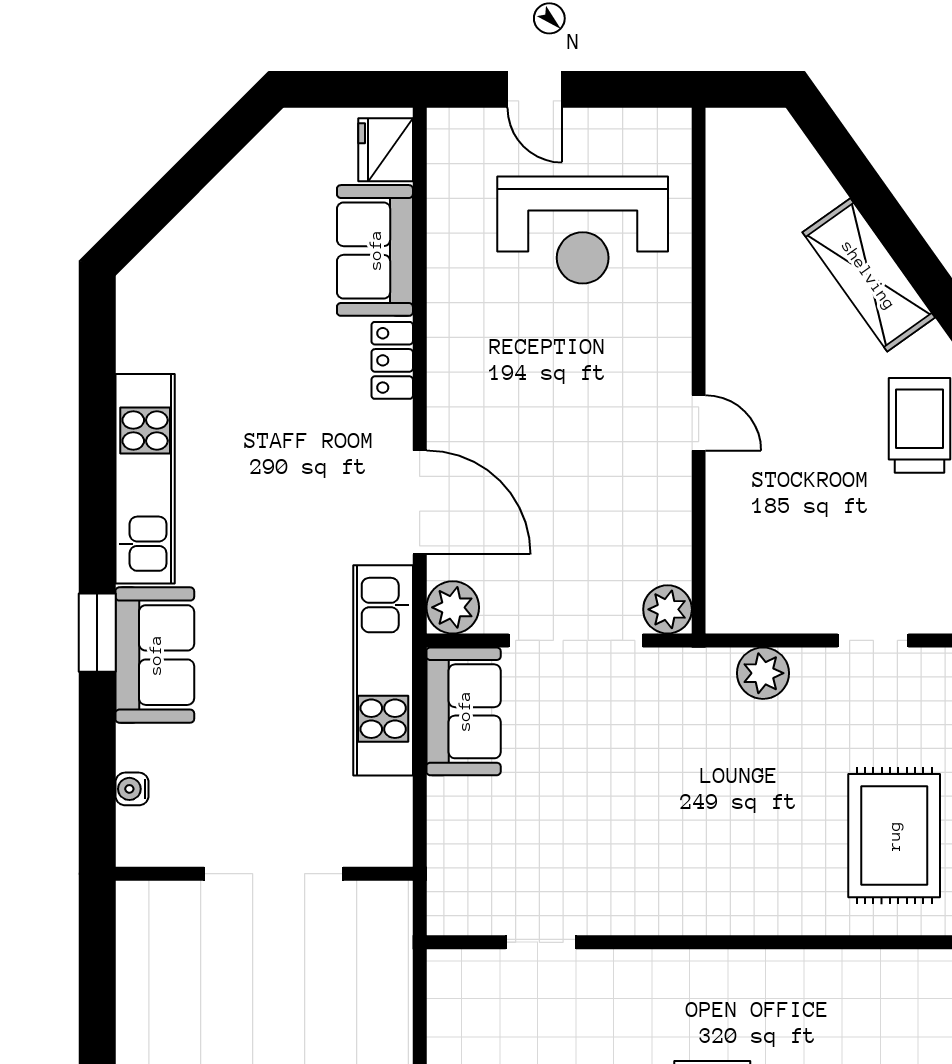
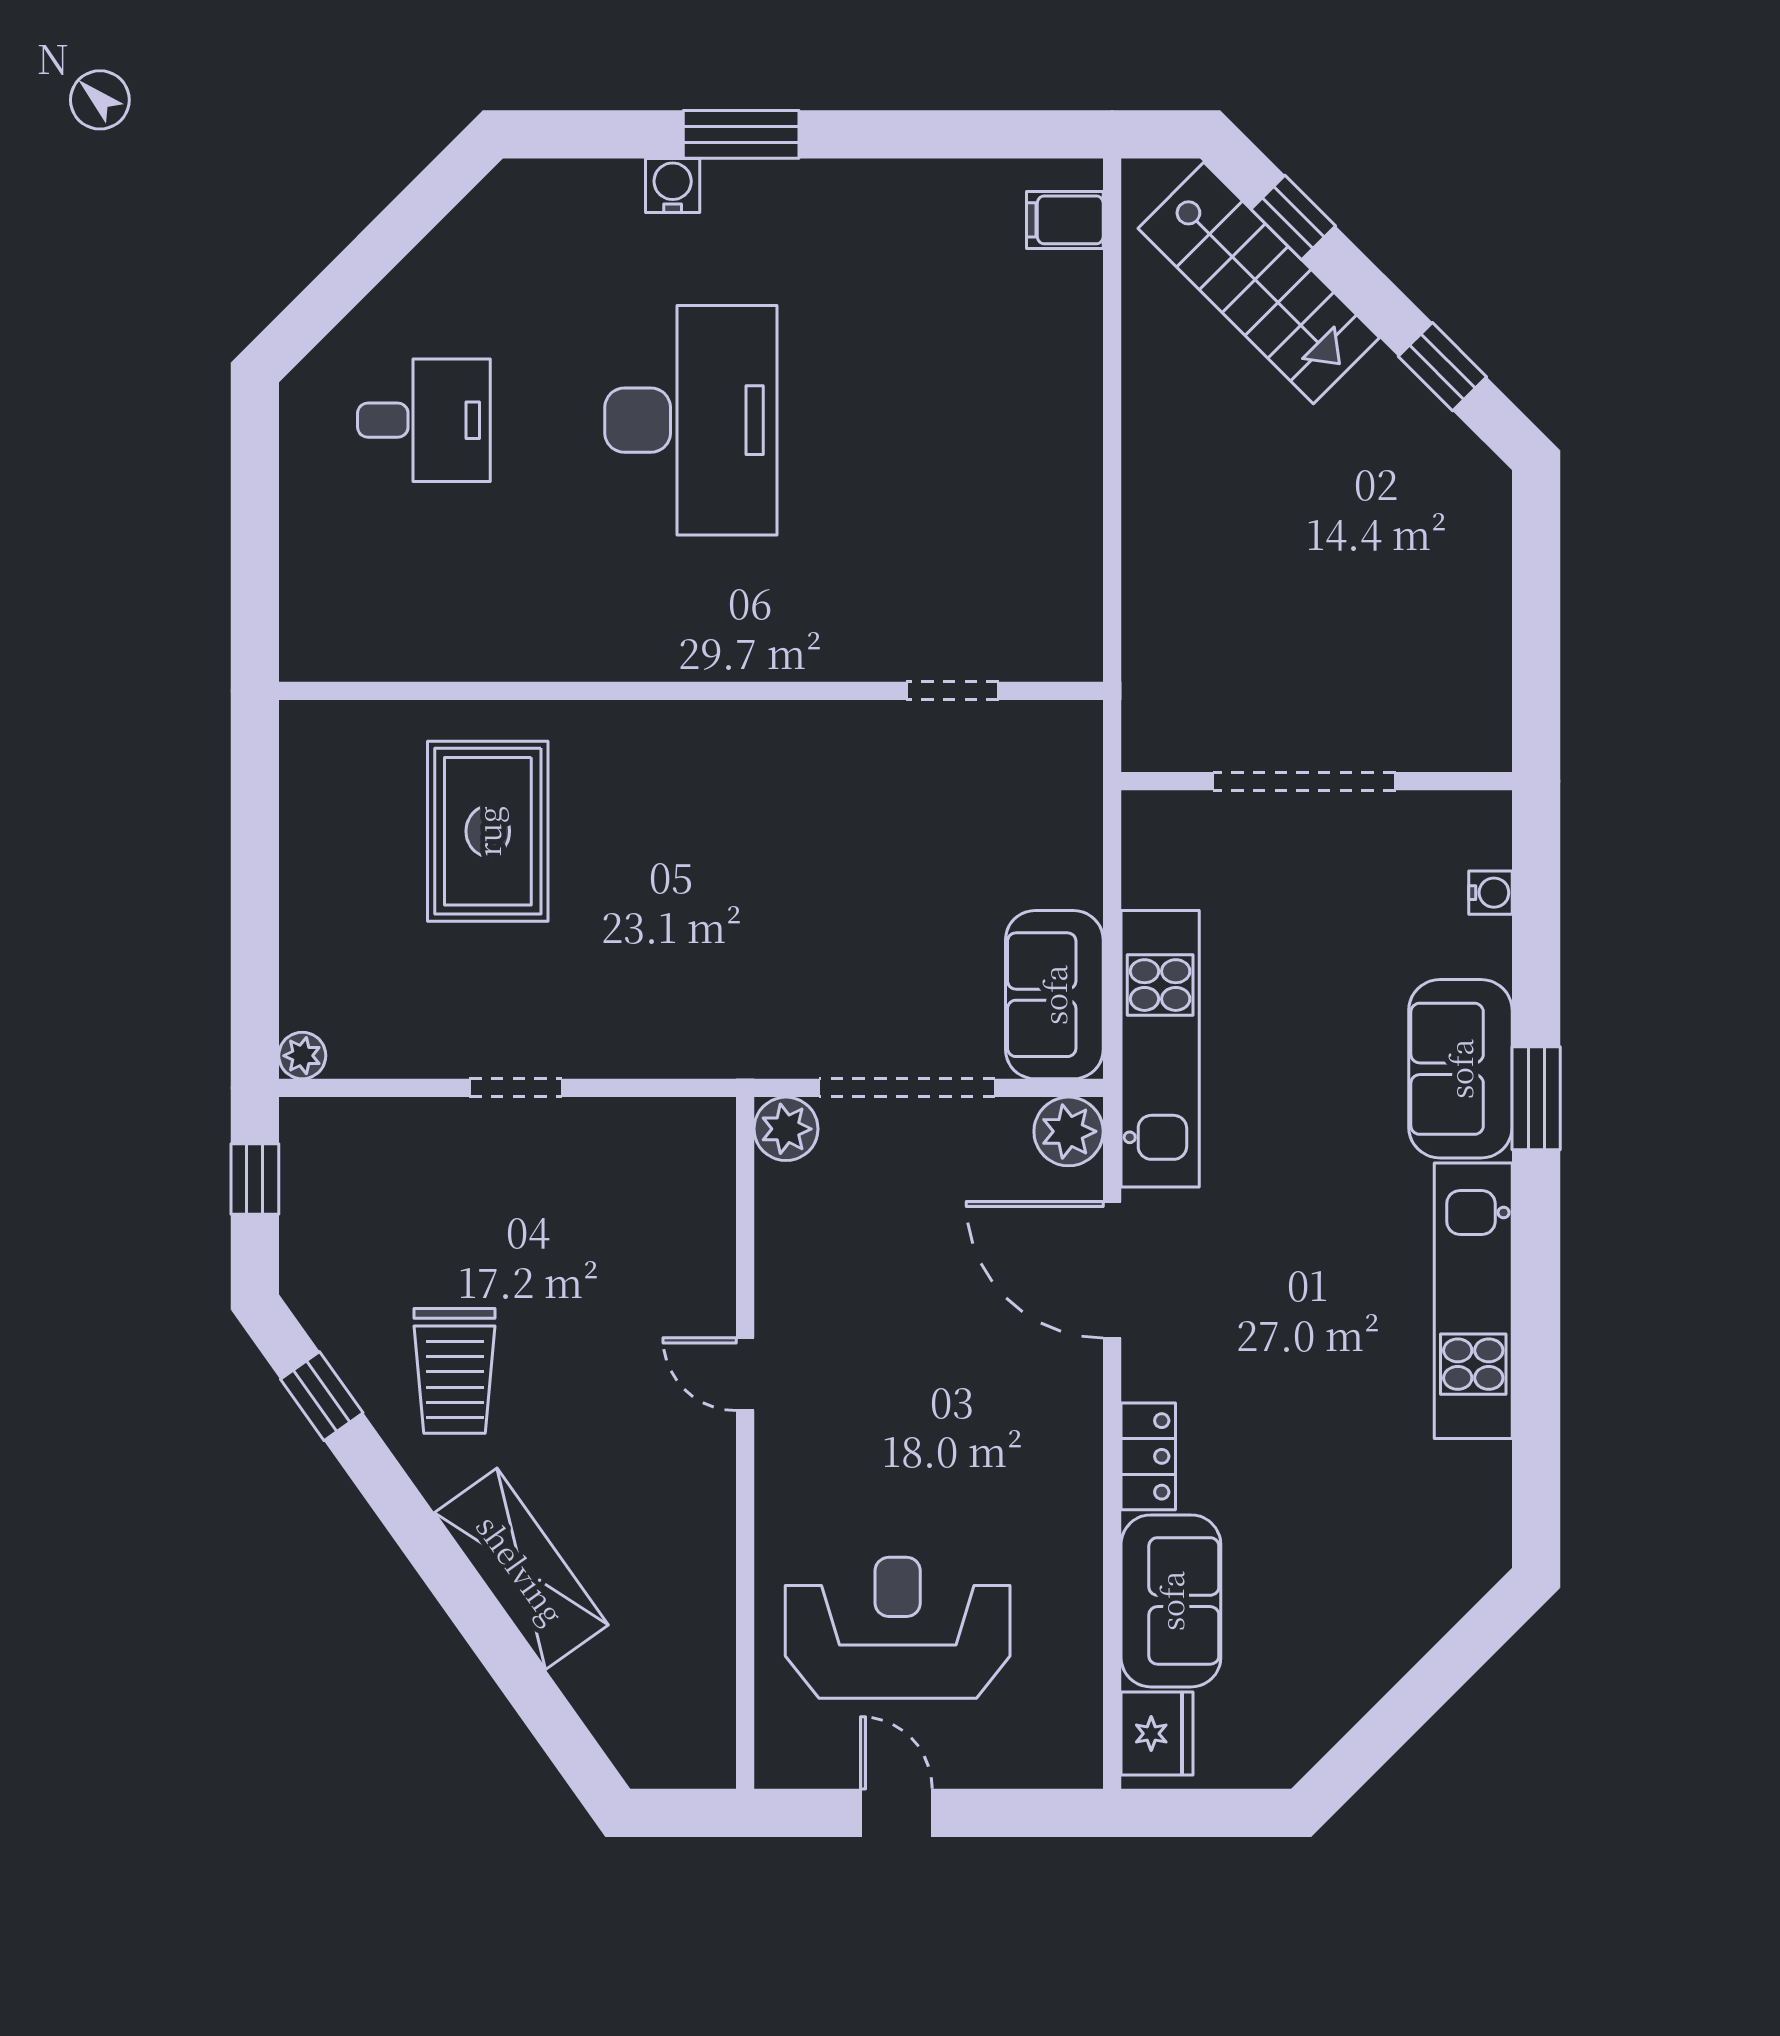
door: (535, 89) -> (896, 1813), moved
plant: (763, 673) -> (660, 1045), removed

